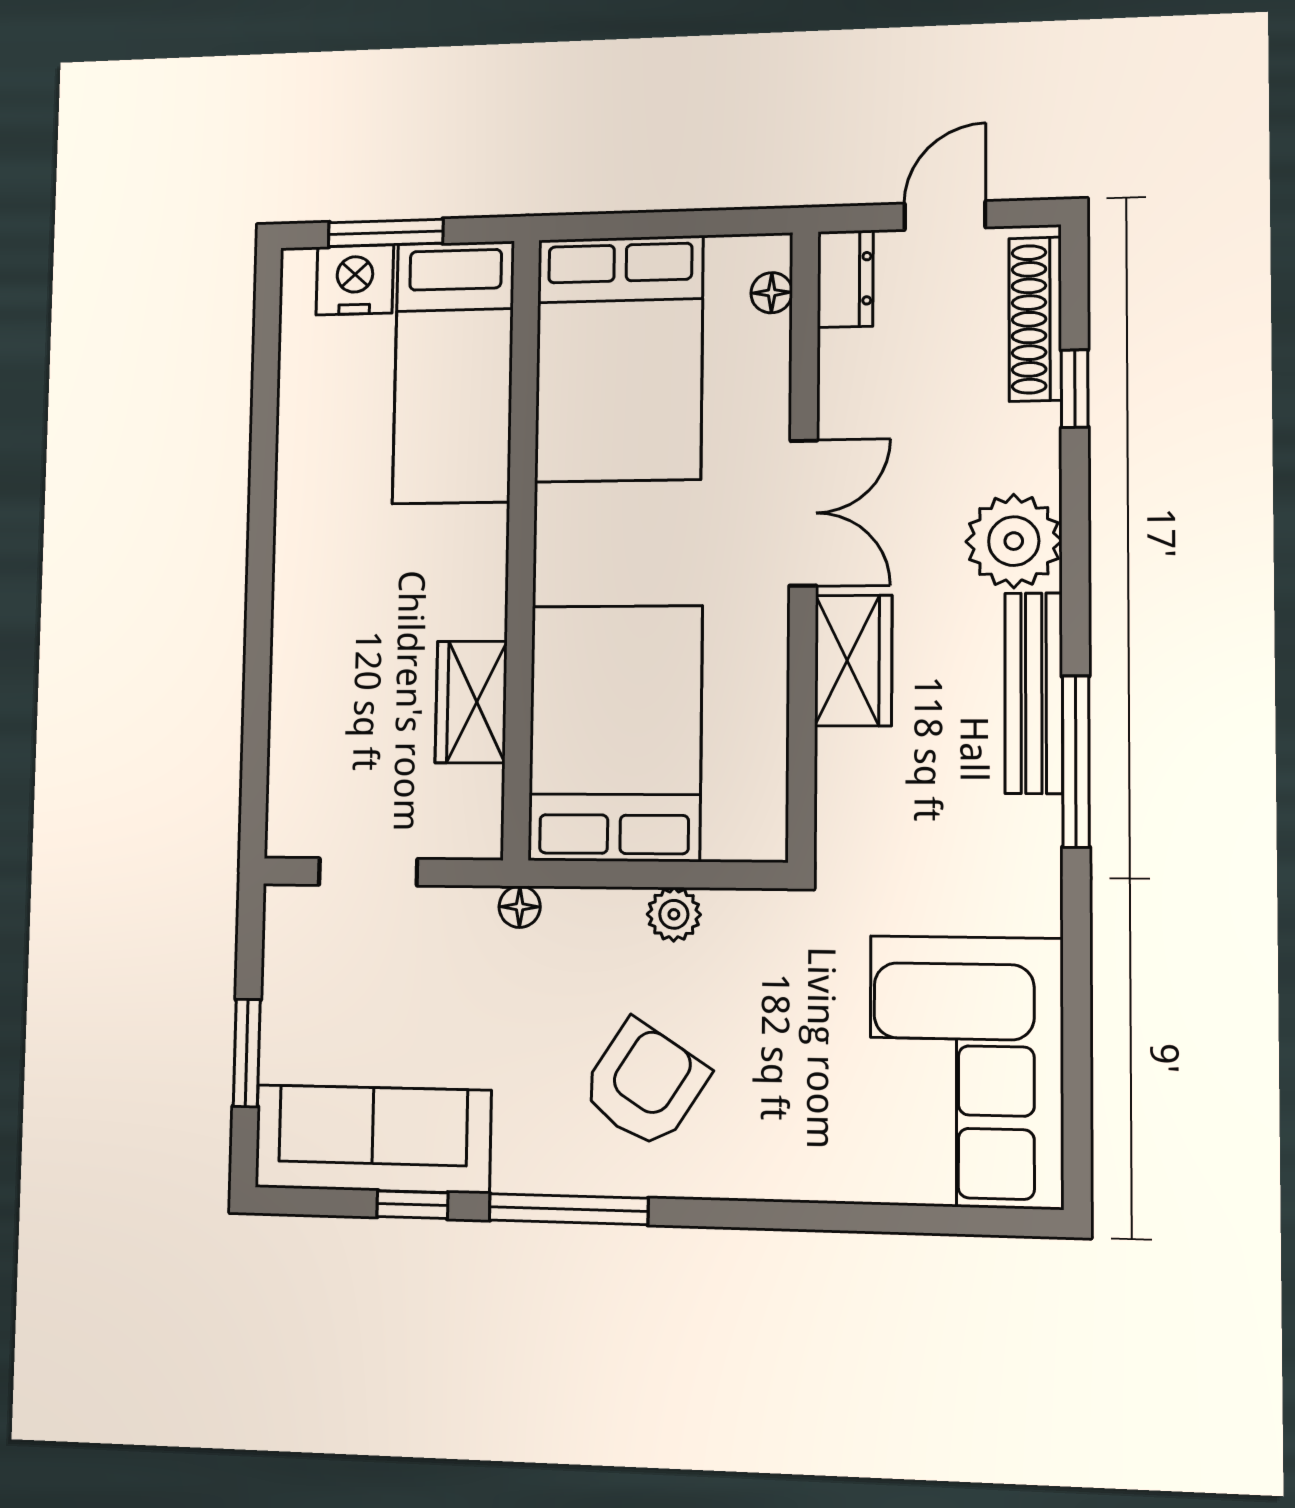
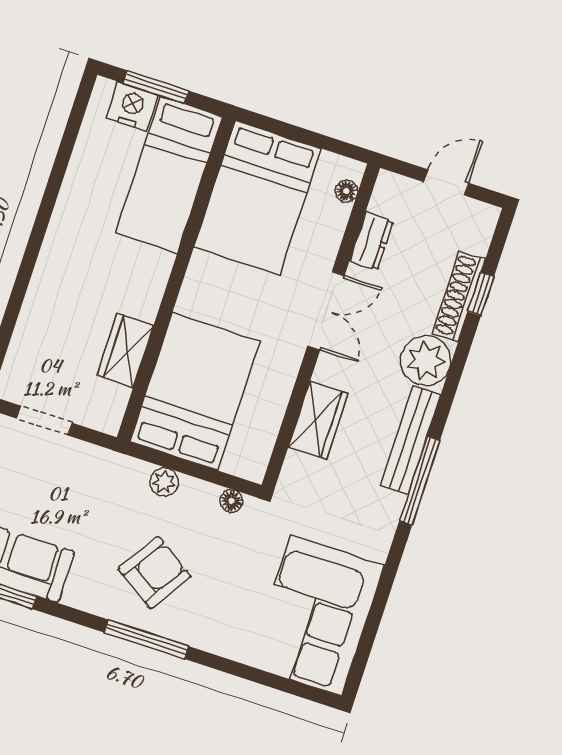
dresser: (845, 279) -> (371, 241), moved
shoe rack: (1035, 319) -> (459, 296), moved
wardrobe: (853, 661) -> (318, 421), moved
floor lamp: (520, 907) -> (232, 501), moved
plant: (674, 914) -> (164, 482), moved
window: (569, 1209) -> (146, 639), moved

